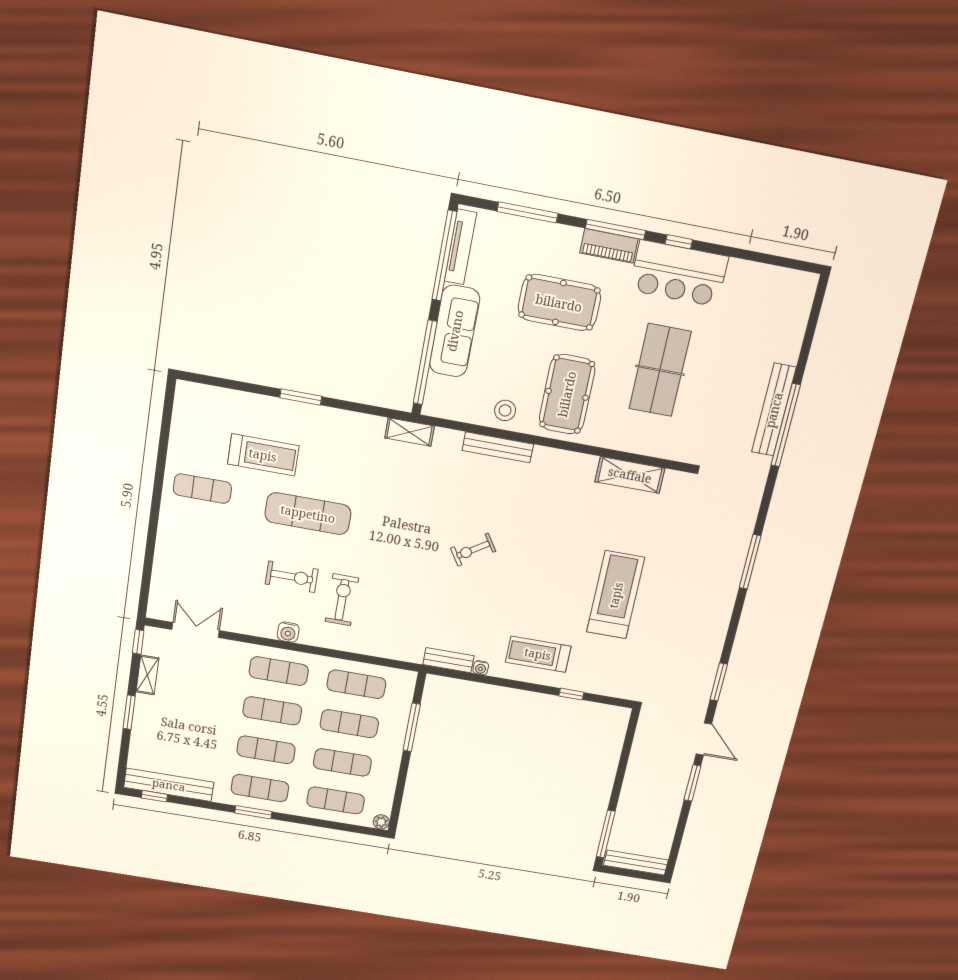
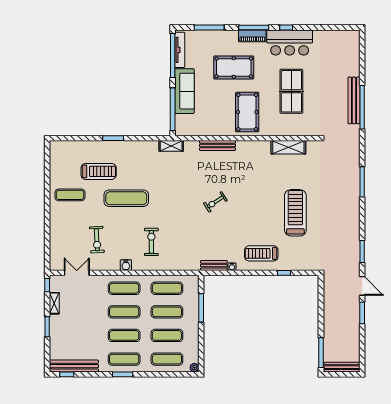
stool: (505, 410) -> (218, 126), removed
exercise bike: (292, 577) -> (97, 240), moved, turned 87

